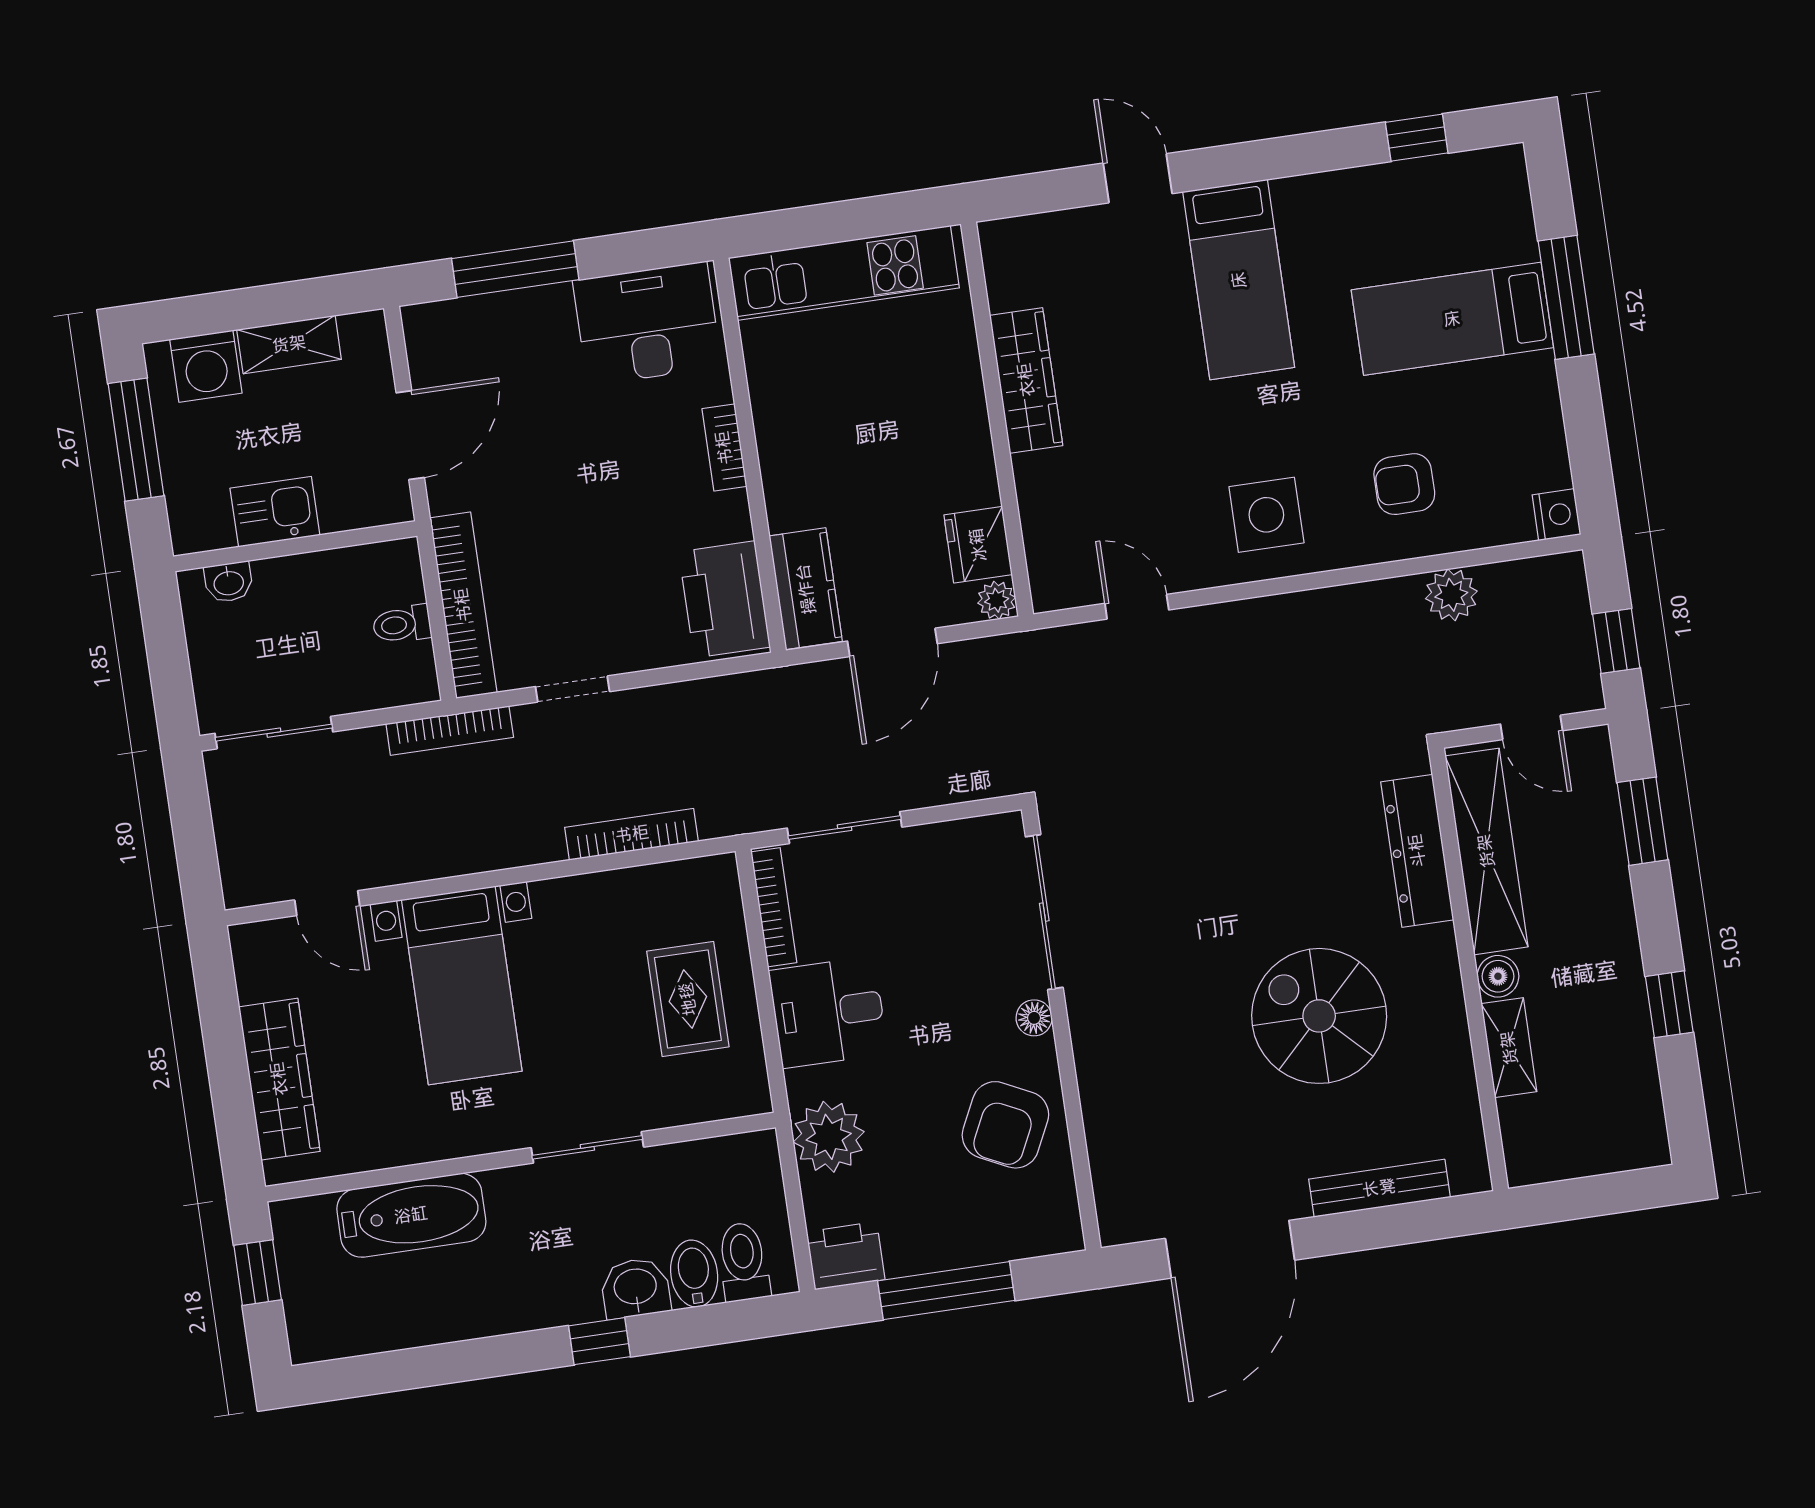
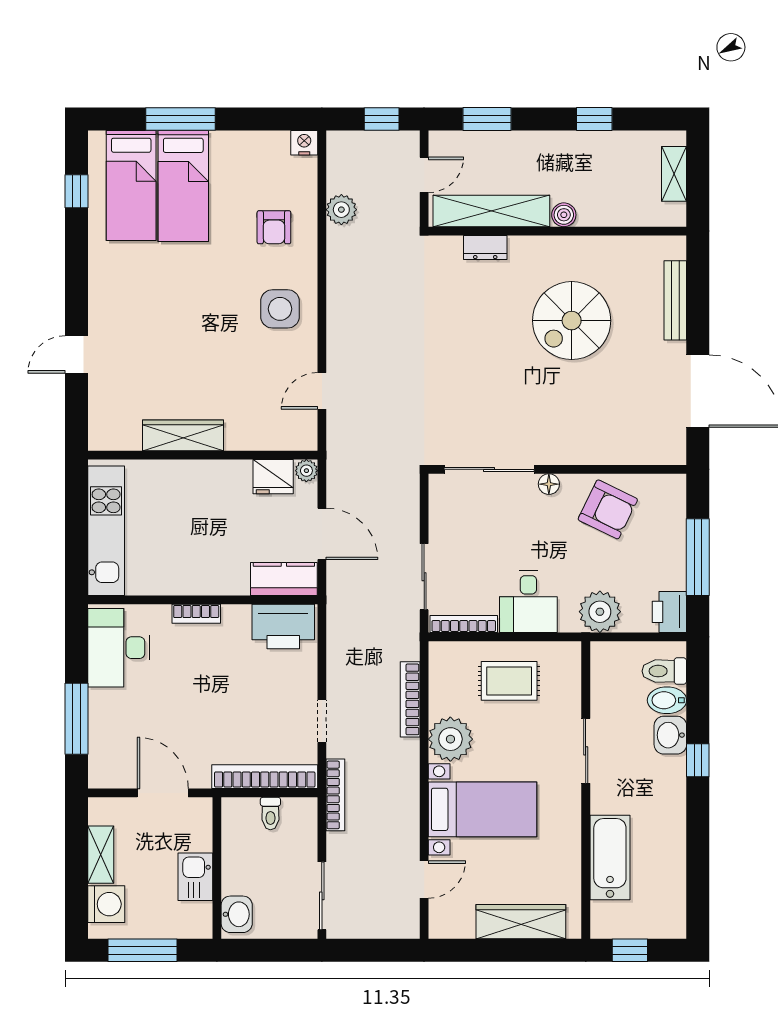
bed: (1239, 280) -> (131, 185), moved, turned 90
washbasin: (229, 582) -> (237, 914), width x1.38, depth x1.45
dresser: (1417, 851) -> (485, 248), width x0.51, depth x0.80
plant: (574, 913) -> (450, 739), added
shelving: (1509, 1048) -> (674, 174), moved, turned 90

